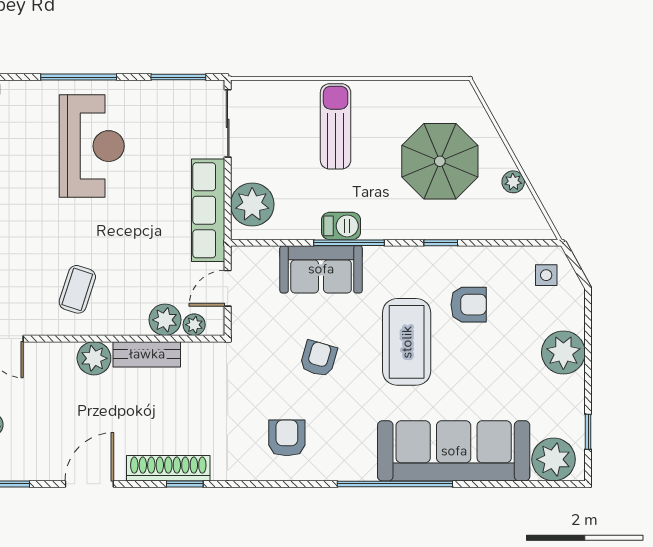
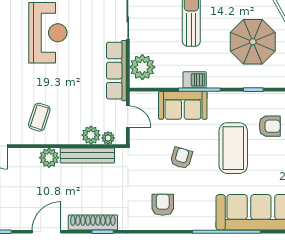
door: (228, 288) -> (128, 117), swing flipped
bench: (147, 354) -> (87, 155), width x1.36

